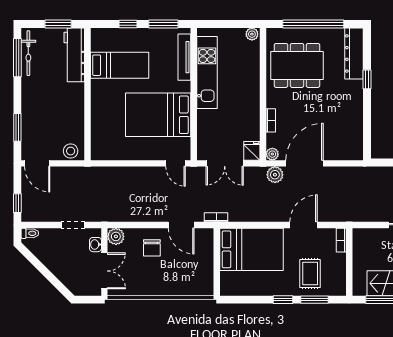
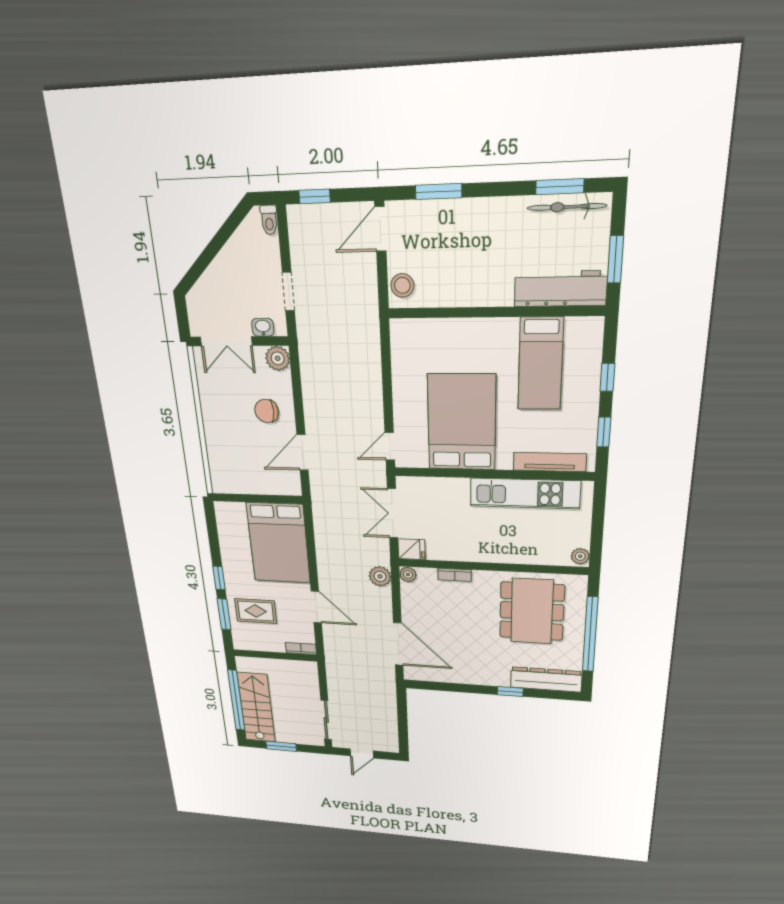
window: (163, 24) -> (604, 432), width x0.67
window: (17, 58) -> (560, 187), width x0.69
door: (305, 163) -> (398, 644), moved
bookcase: (216, 217) -> (317, 499), removed

